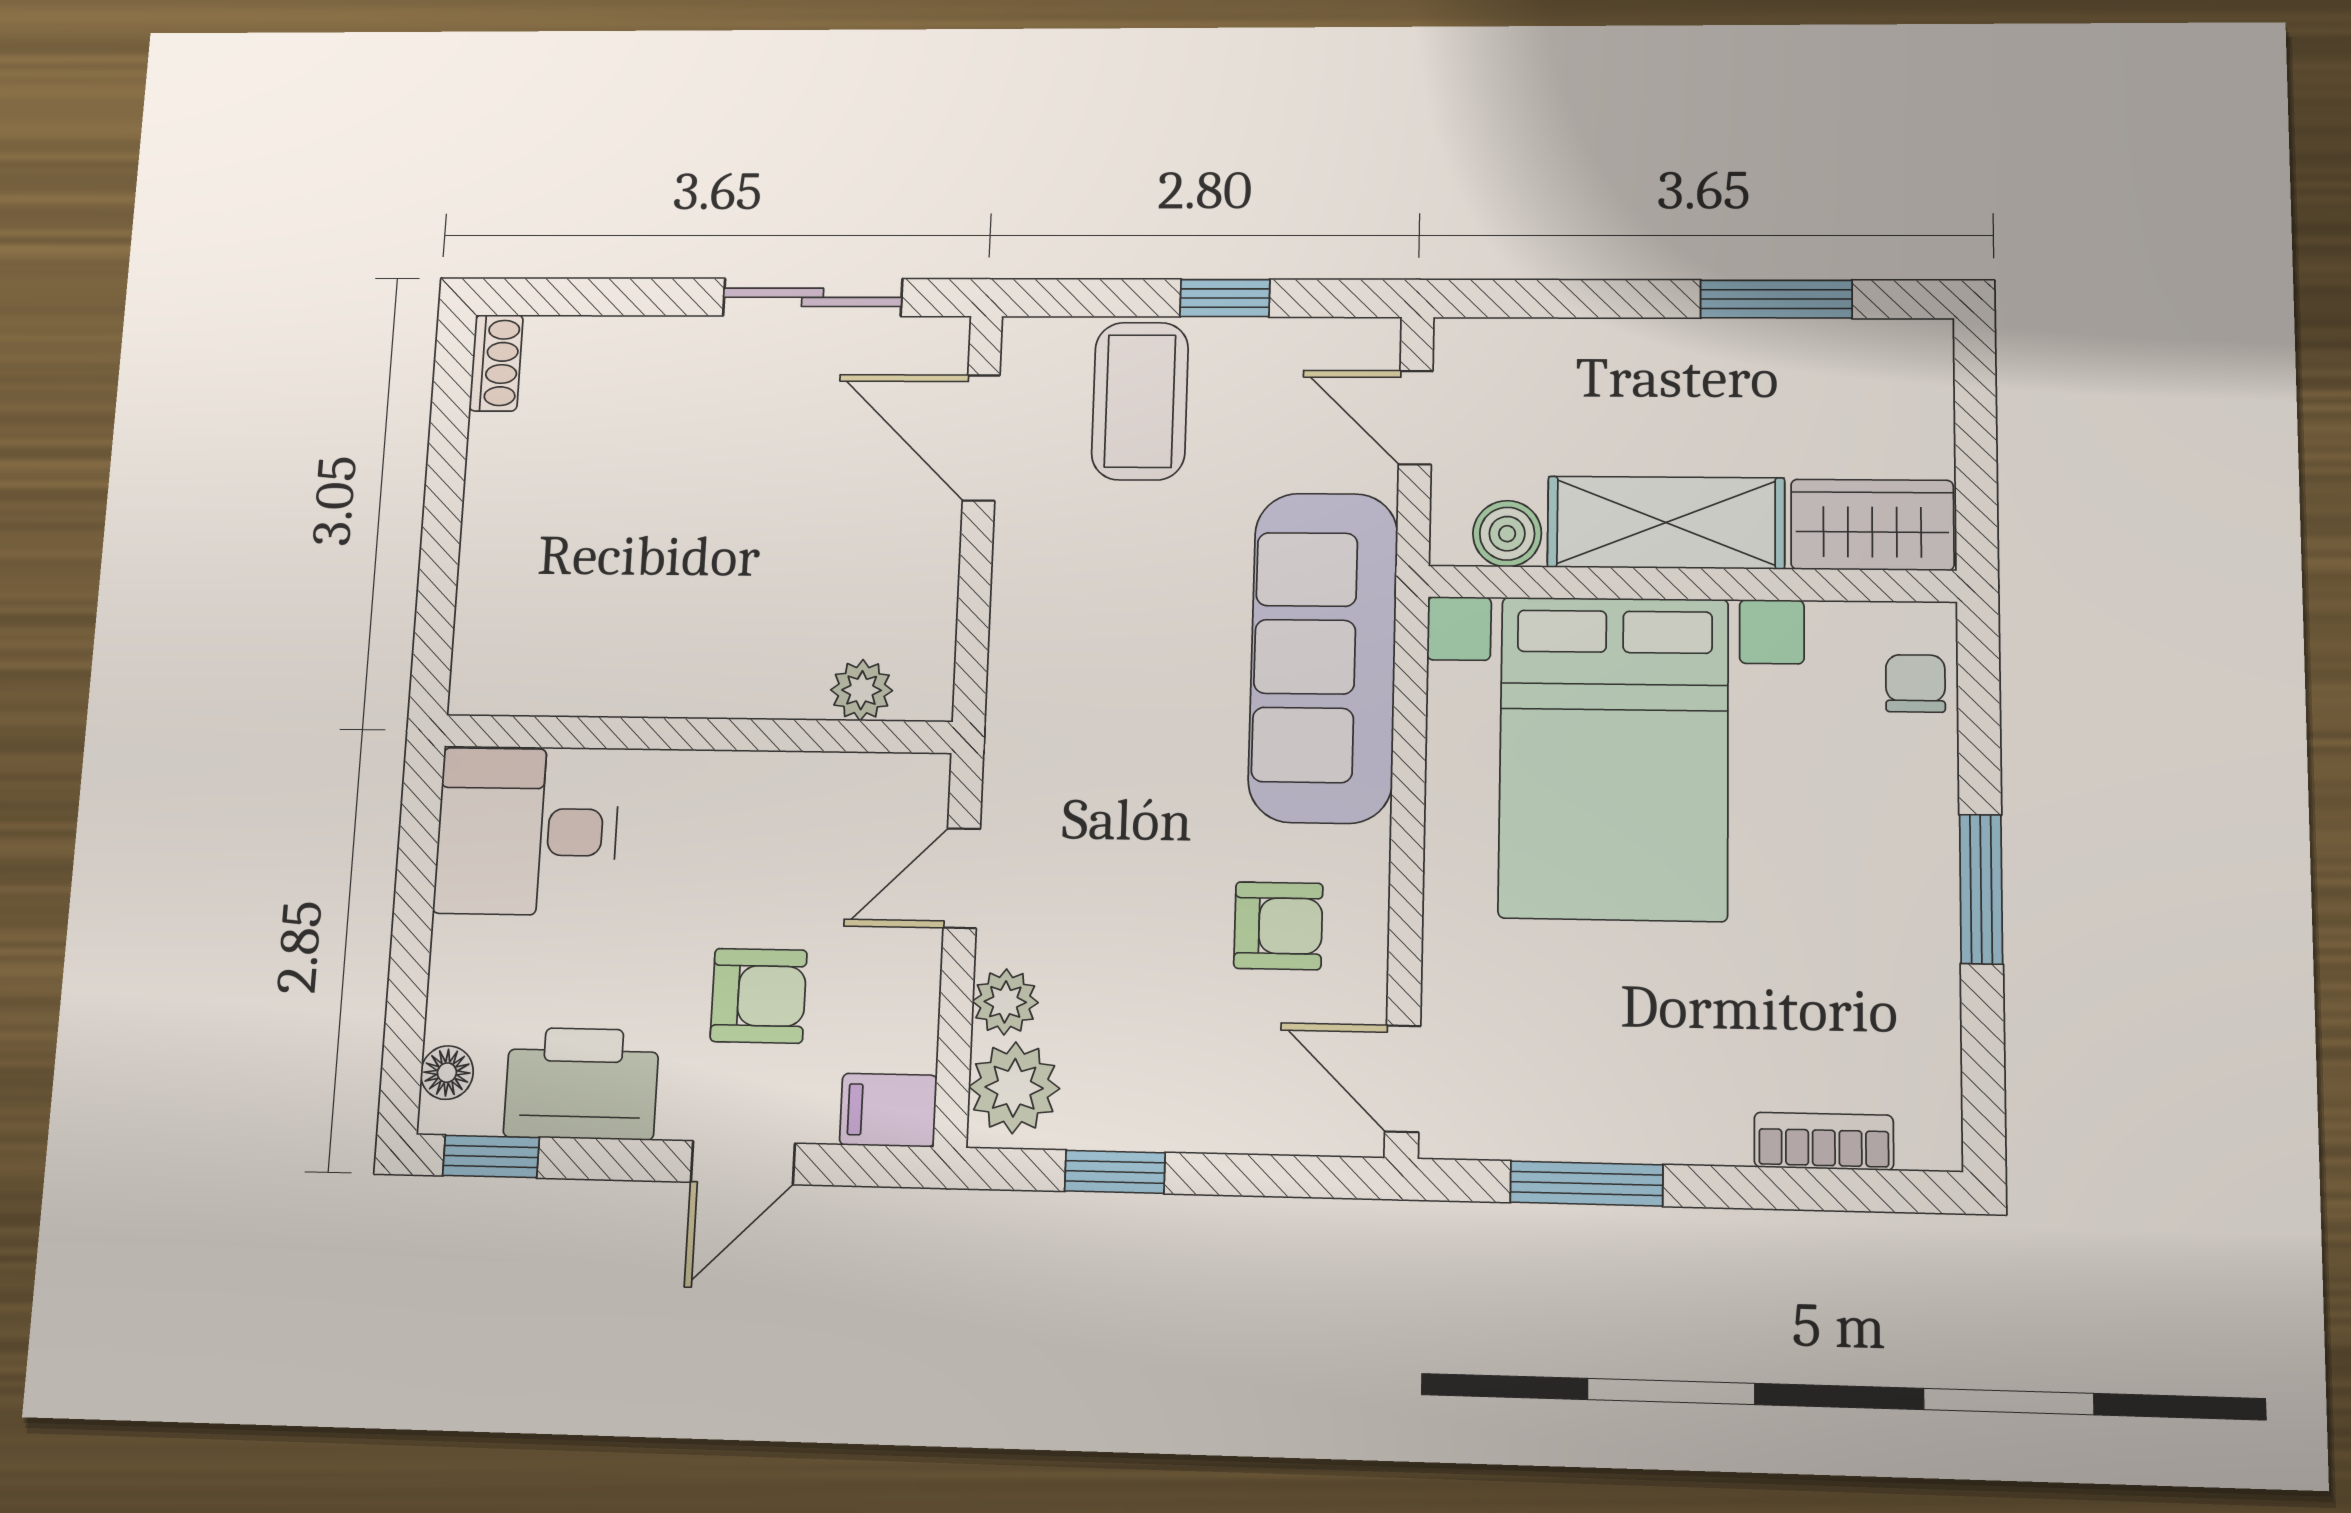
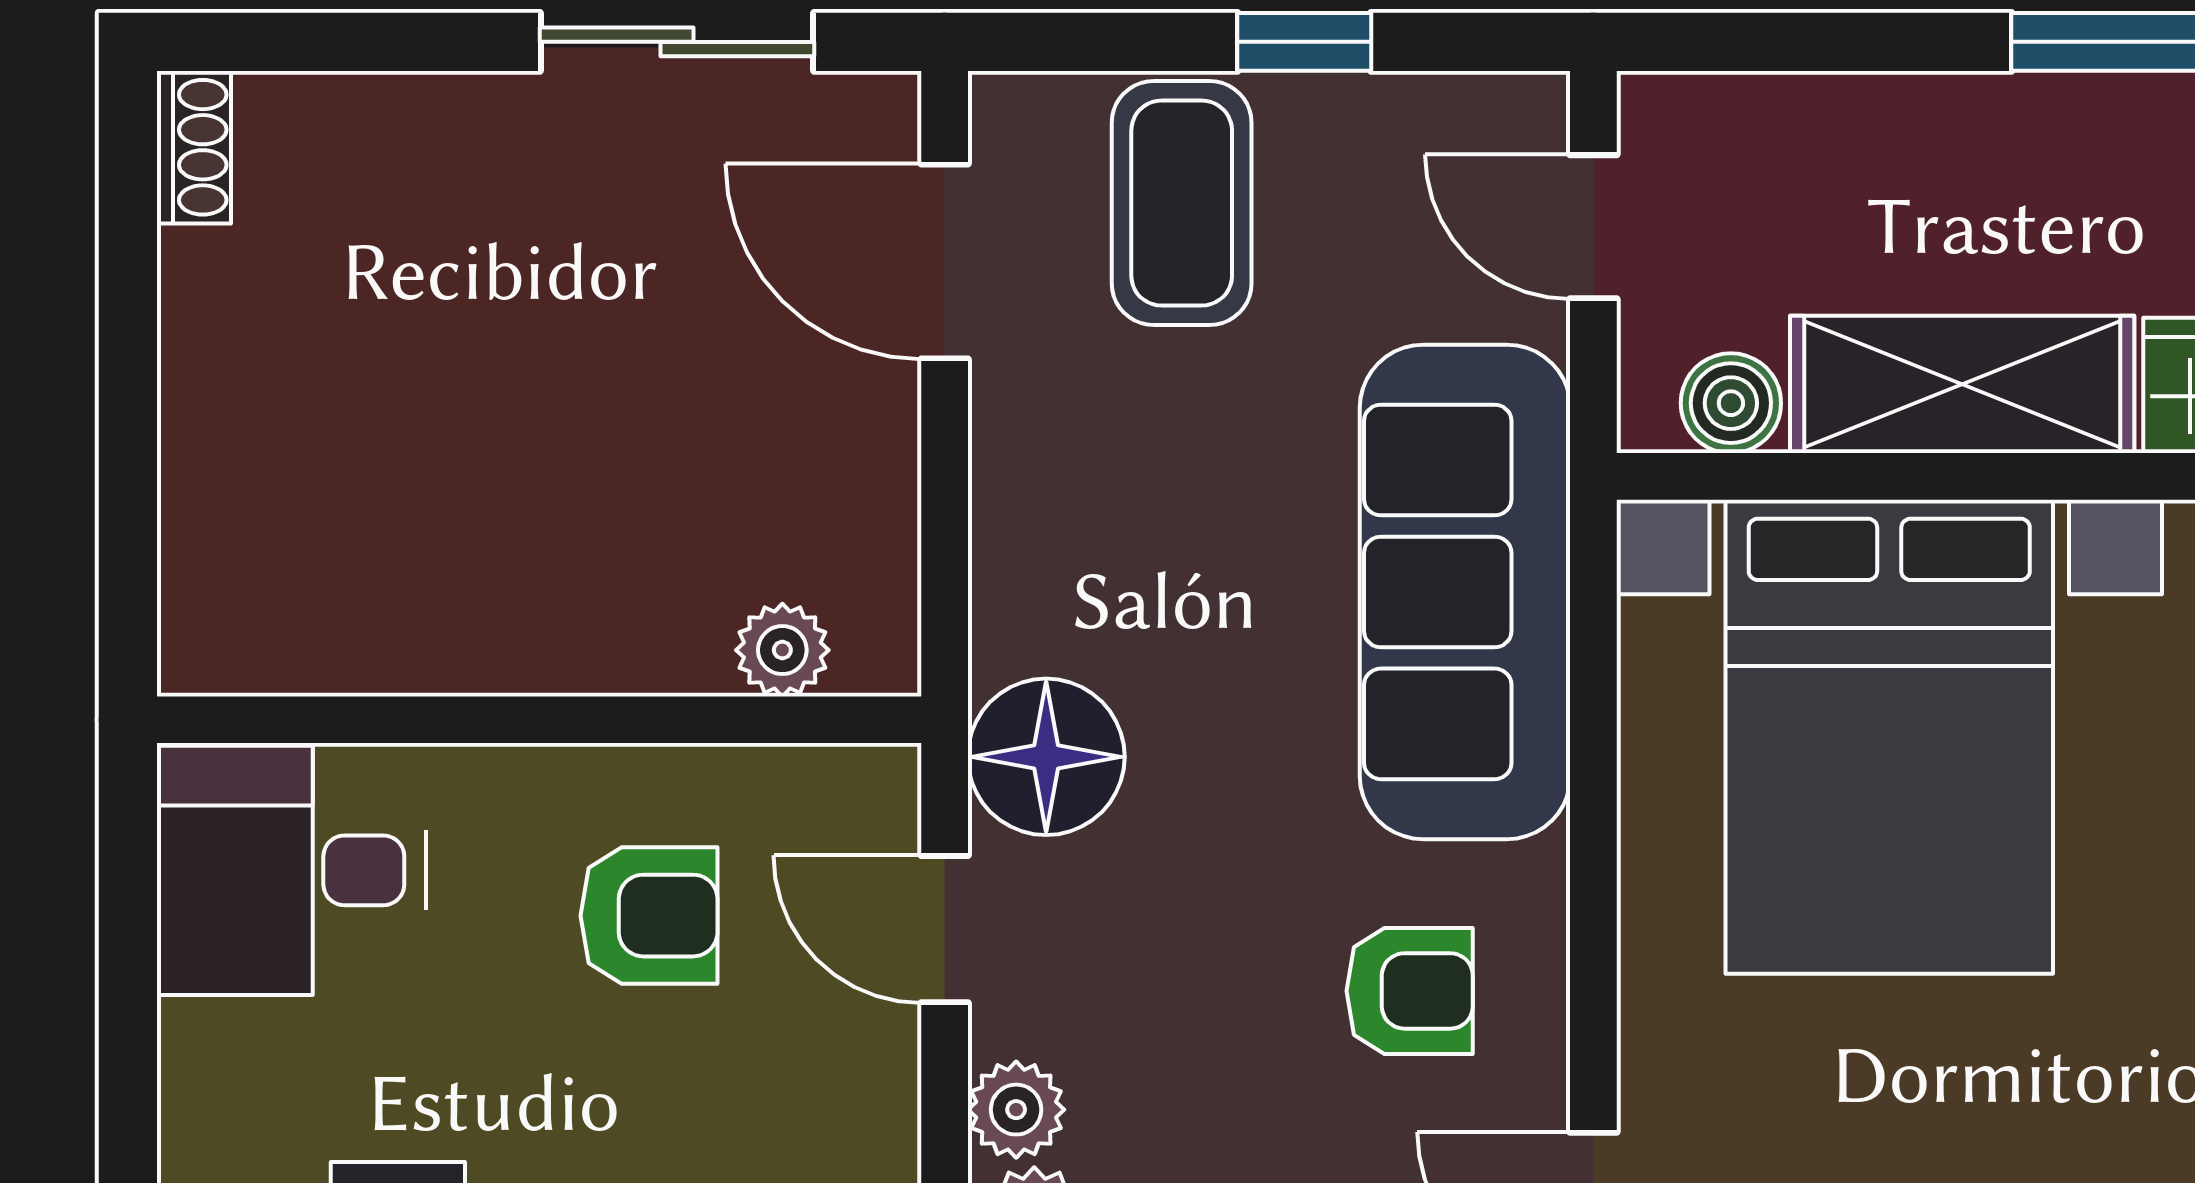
floor lamp: (1035, 763) -> (1046, 757), added
door: (962, 878) -> (945, 929), hinge flipped
armchair: (759, 996) -> (649, 916), moved

